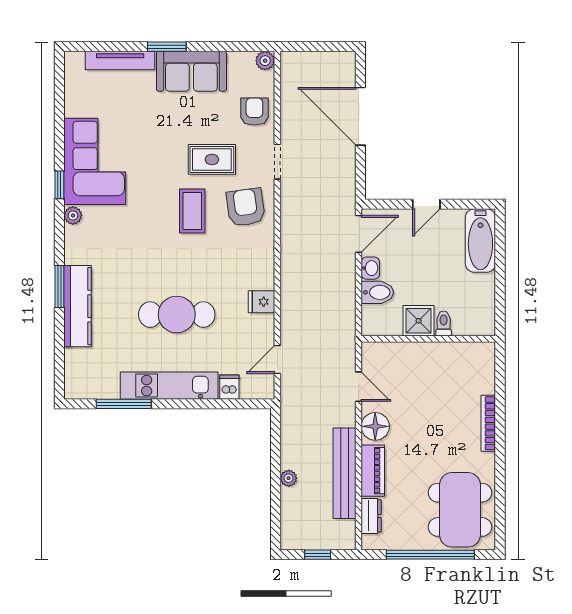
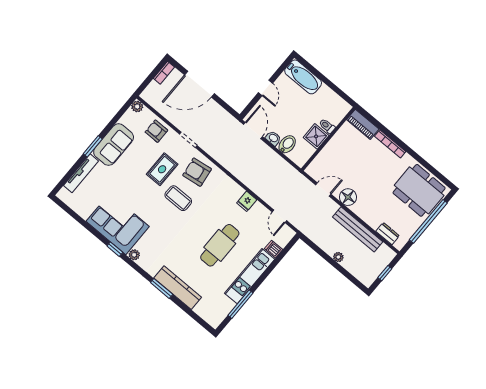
bookcase: (337, 59) -> (164, 73), added
piano: (373, 471) -> (363, 124), moved, turned 180

